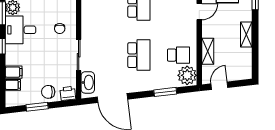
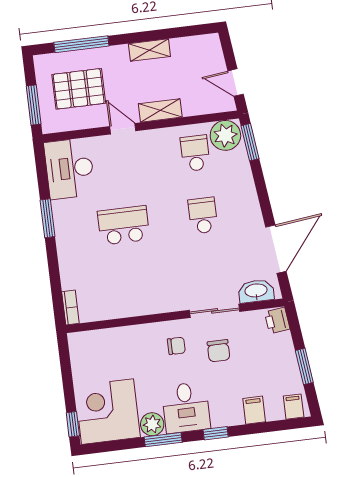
shelving: (208, 51) -> (160, 110), moved
school desk: (139, 55) -> (203, 216), width x0.54
filing cabinet: (13, 85) -> (294, 407), moved
chair: (48, 92) -> (219, 351), moved
window: (165, 92) -> (250, 142), moved

